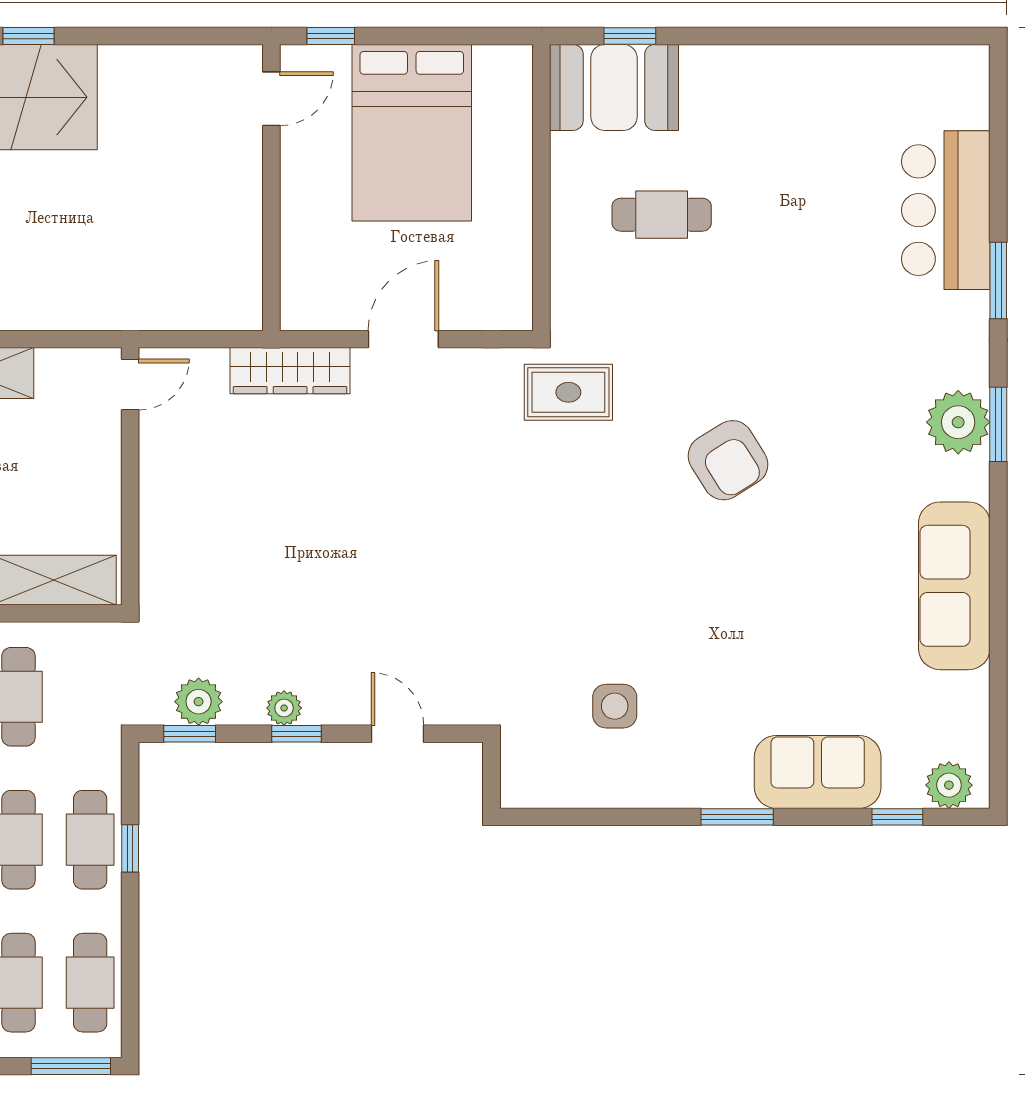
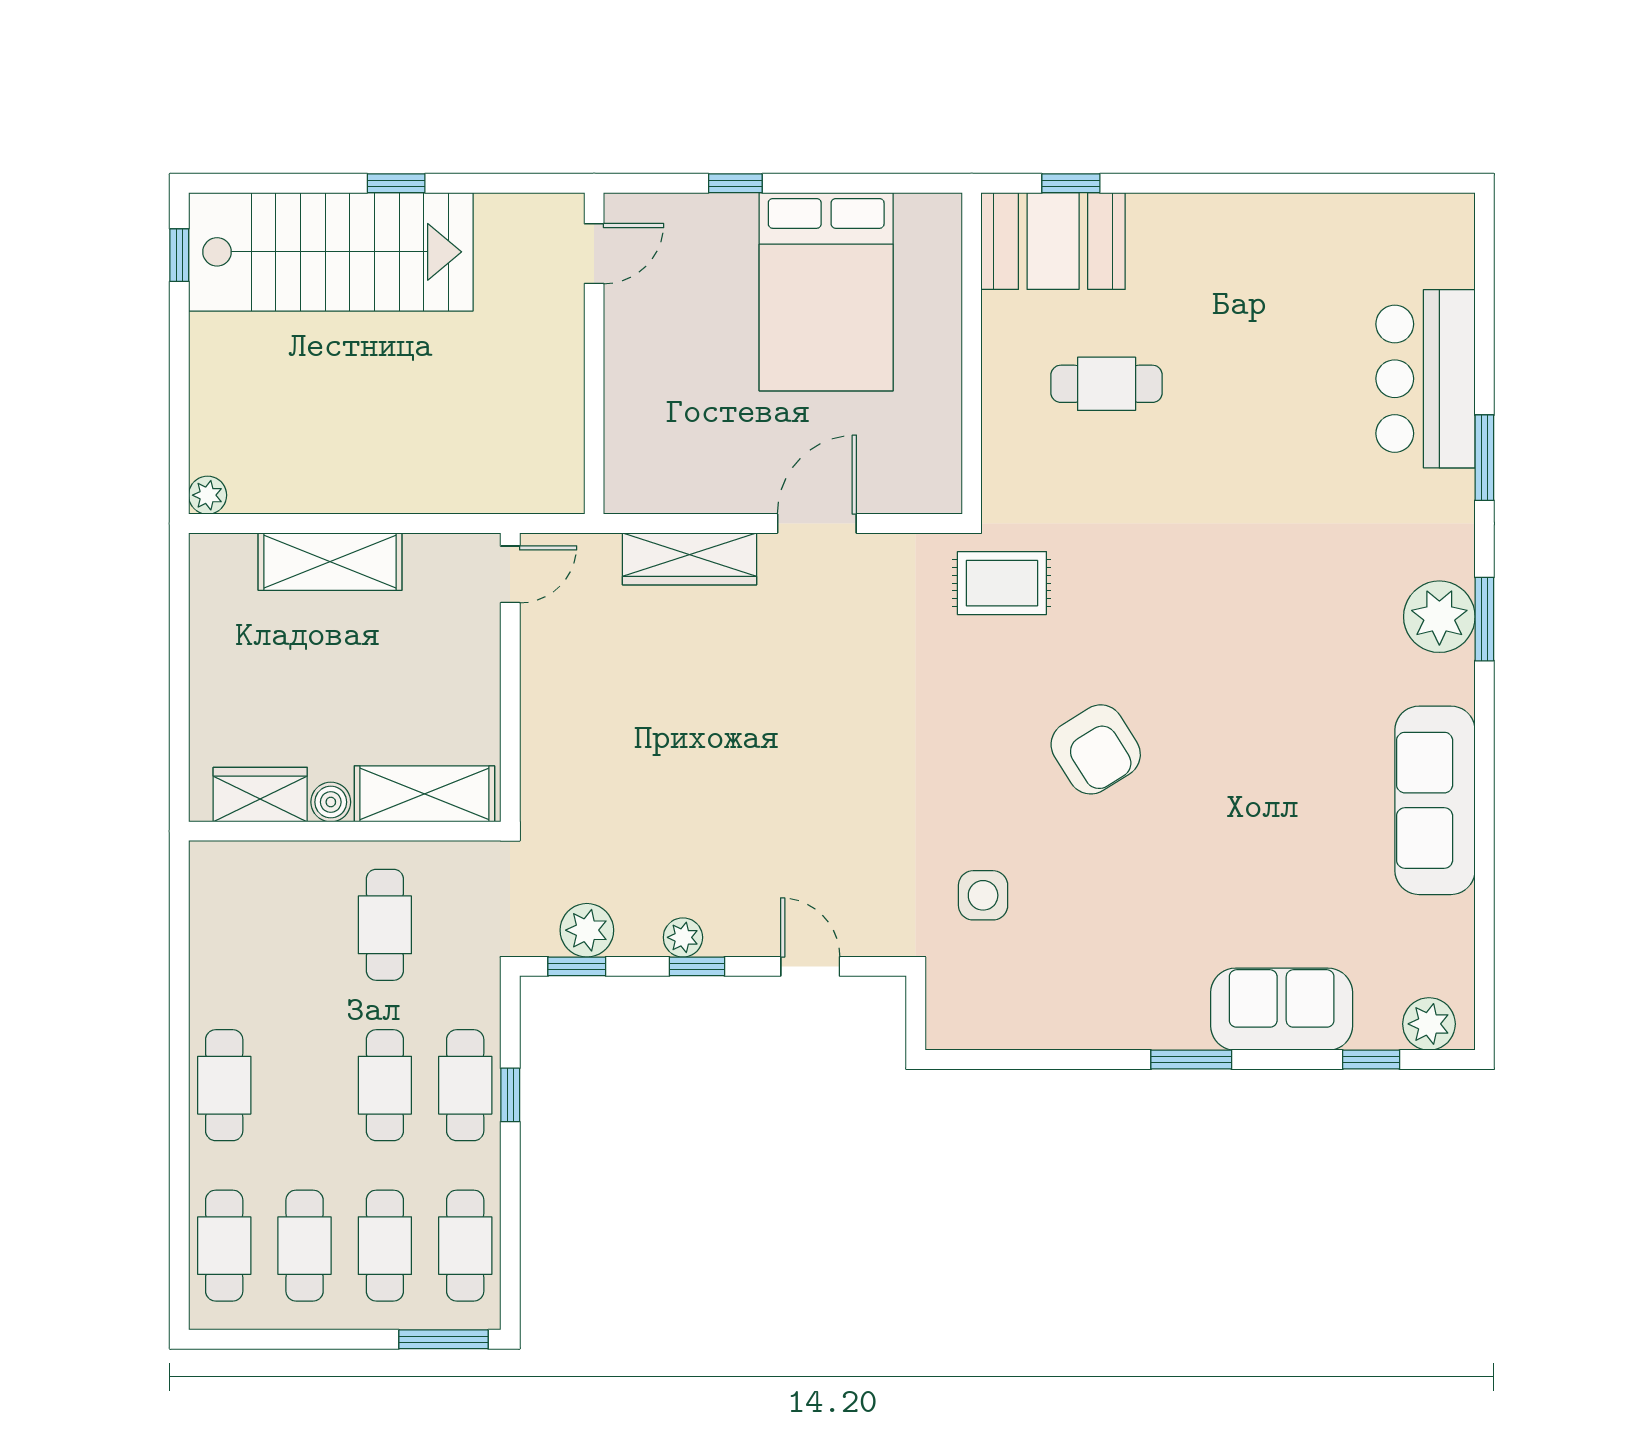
door: (271, 99) -> (594, 254), moved
wall: (271, 188) -> (594, 353), moved
armchair: (728, 460) -> (1096, 749), moved
side table: (615, 706) -> (983, 895), moved

